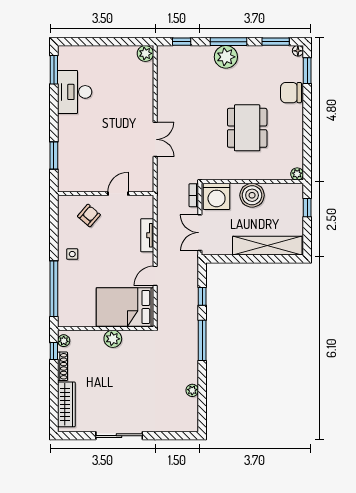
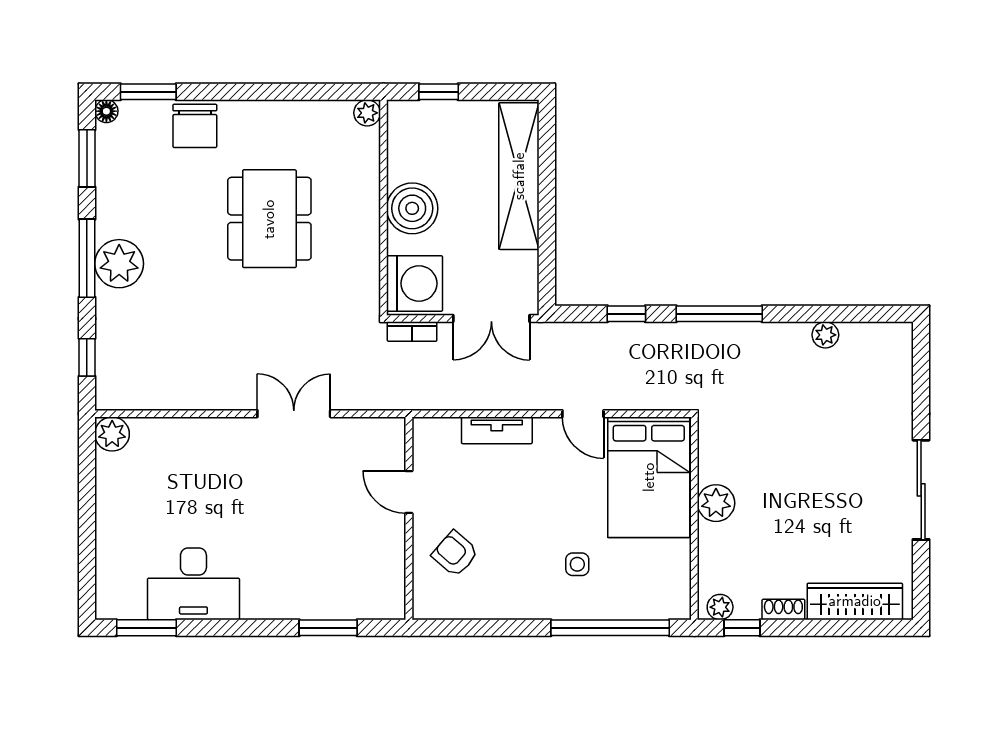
dining table: (247, 128) -> (269, 219), turned 90
side table: (72, 254) -> (577, 564), moved
shoe rack: (63, 366) -> (783, 609), width x0.70

